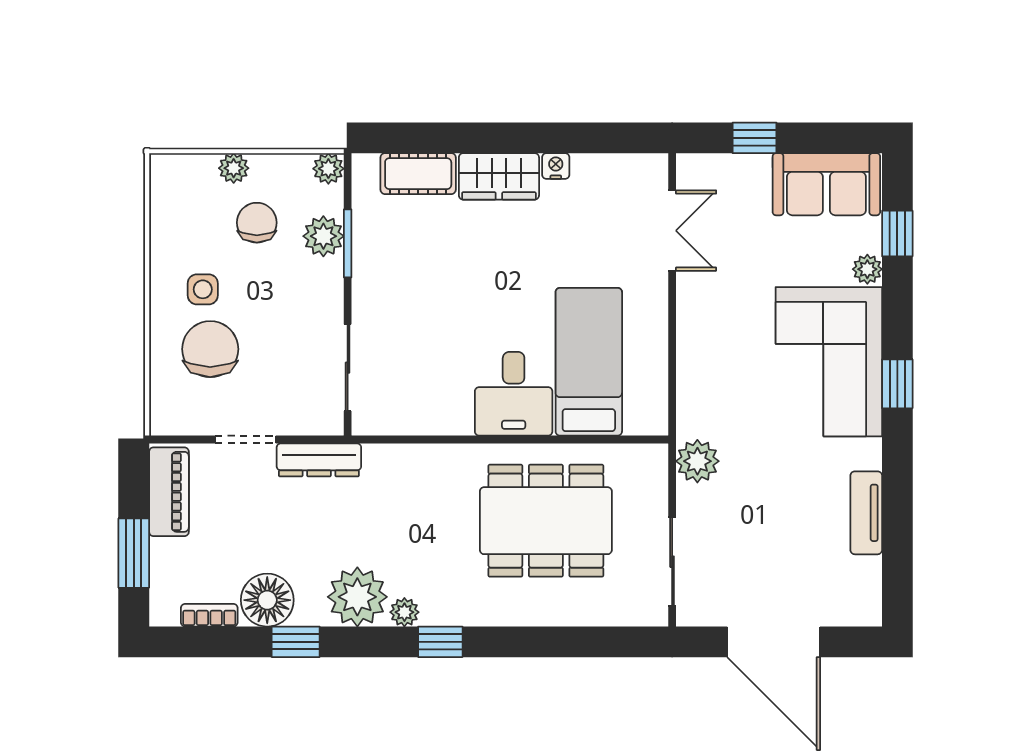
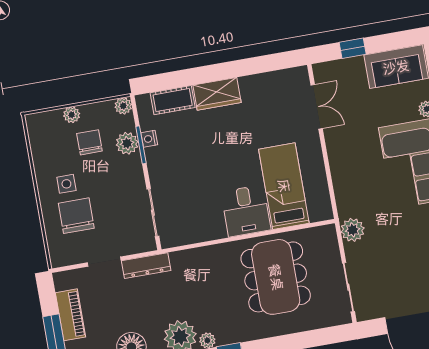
nightstand: (556, 166) -> (149, 139), moved, turned -90
piano: (169, 492) -> (70, 315), moved
dining table: (546, 521) -> (276, 277), turned 90

